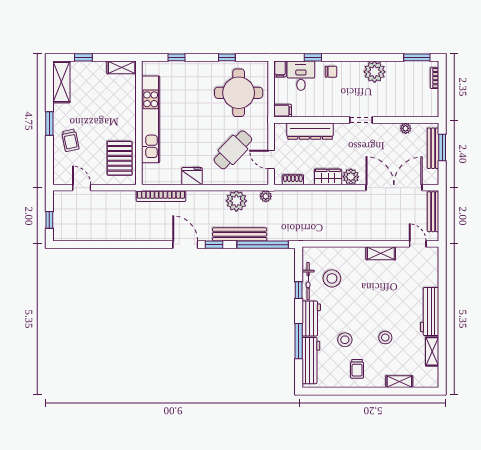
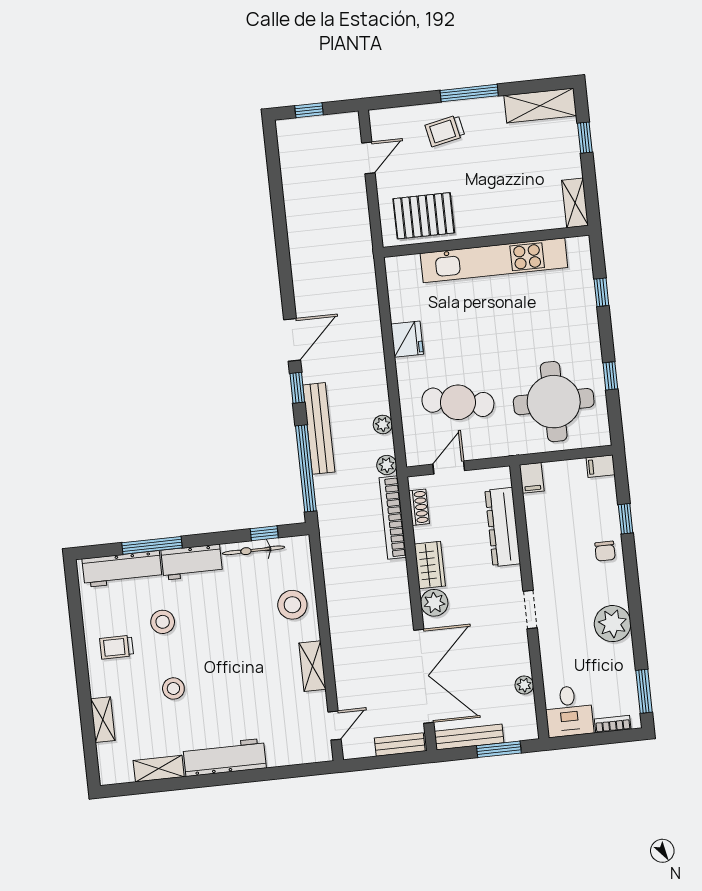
desk: (301, 76) -> (569, 711), moved, turned 90
window: (49, 123) -> (469, 93), width x1.44
bench: (433, 148) -> (469, 737), moved
cafe table: (233, 150) -> (458, 402), turned -33
bookcase: (161, 196) -> (393, 517), moved
plant: (236, 201) -> (383, 424), width x0.53, depth x0.53
bench: (433, 212) -> (400, 745), width x0.73
stool: (332, 278) -> (292, 605), moved
window: (299, 290) -> (264, 533), moved

